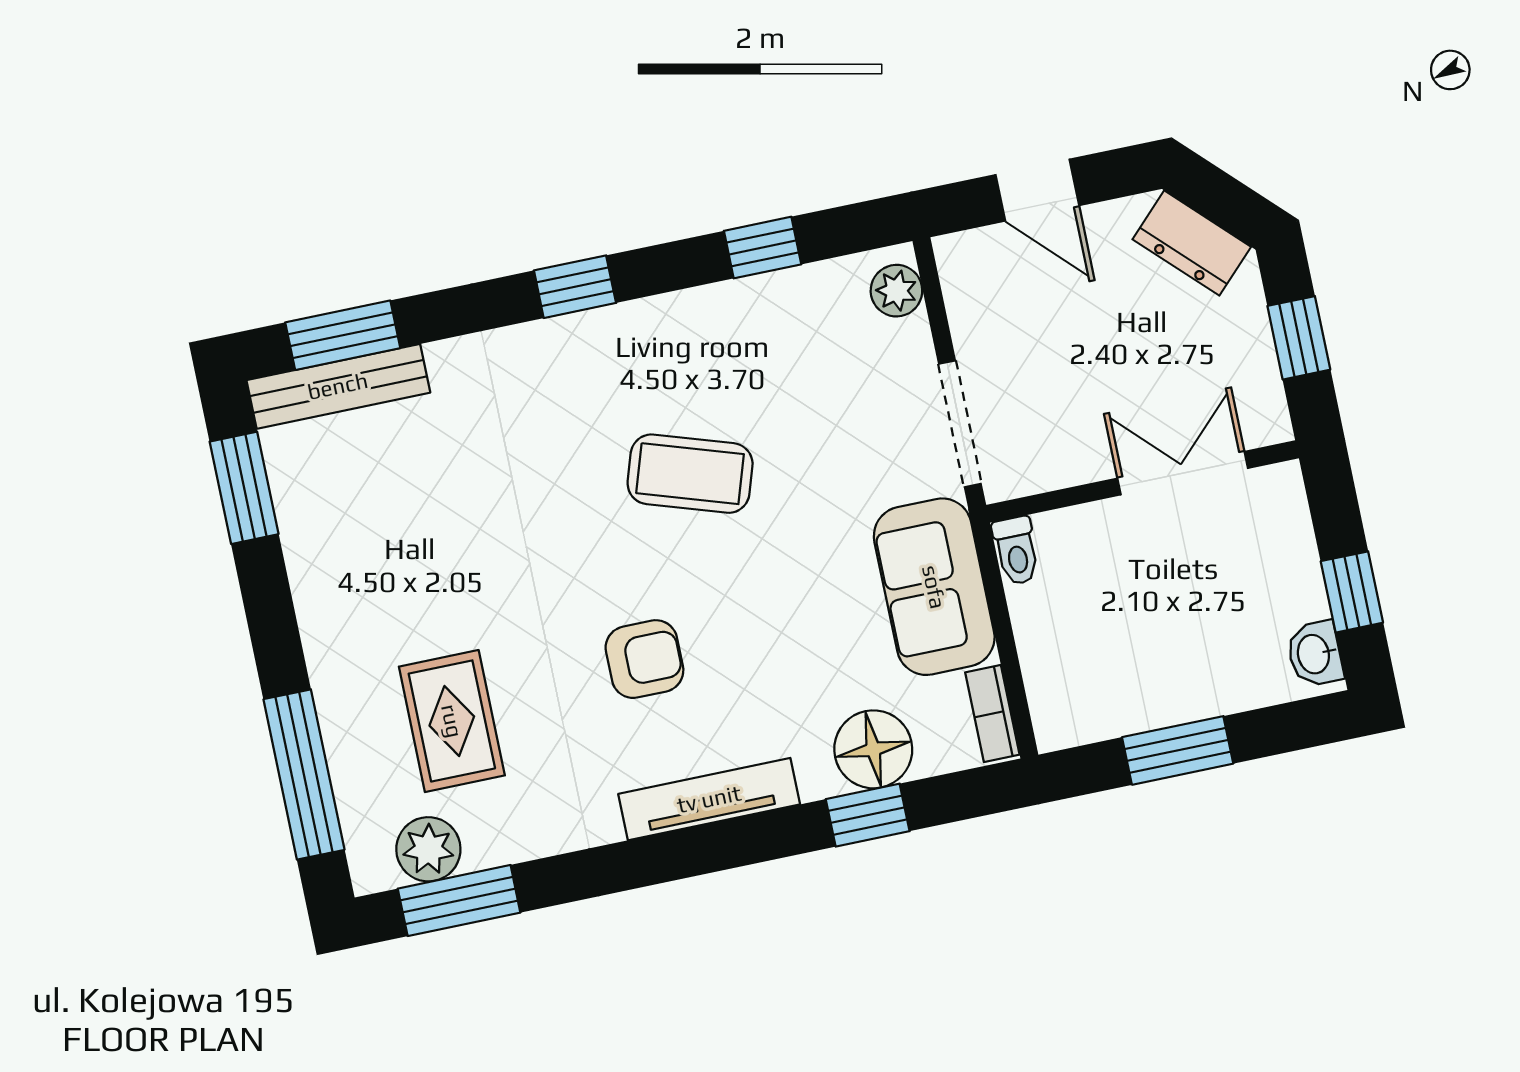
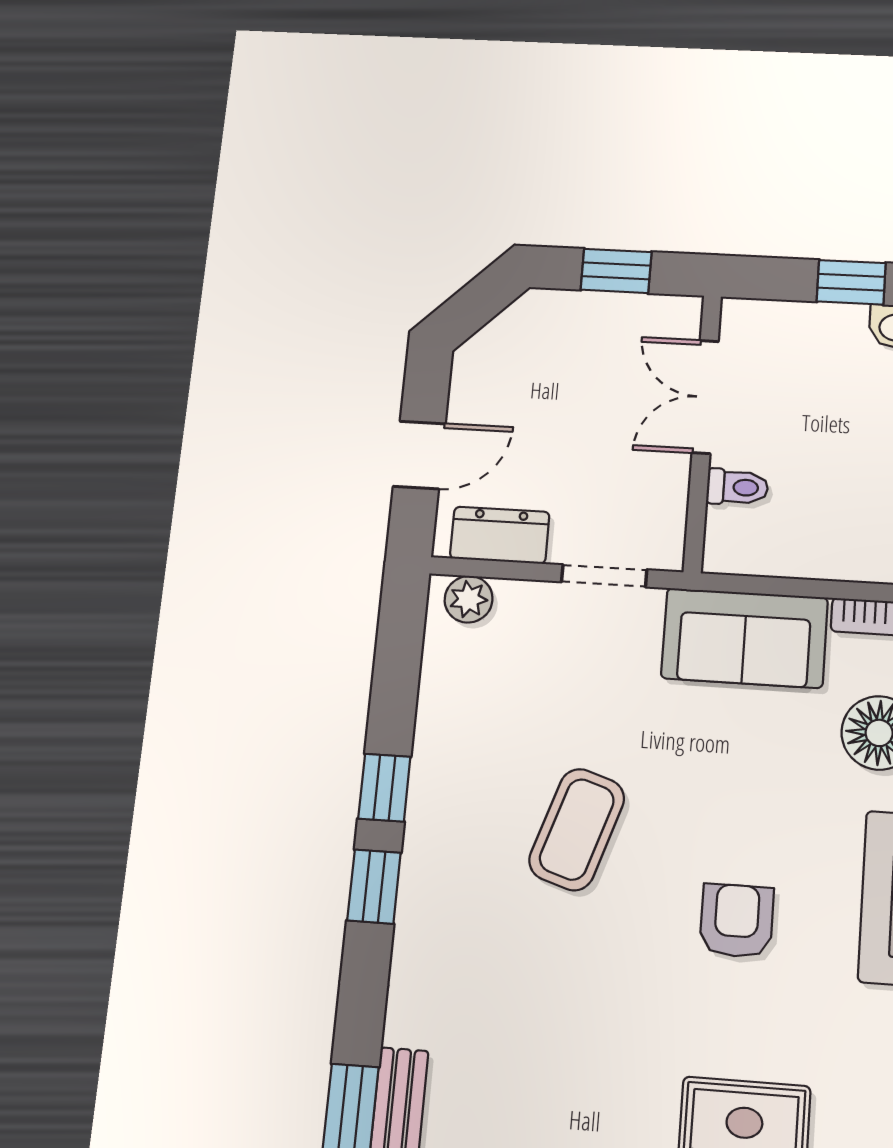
dresser: (1192, 243) -> (500, 535), moved, turned -135
window: (763, 248) -> (384, 788), moved
doorway: (960, 424) -> (604, 576), width x0.73
toilet: (1016, 551) -> (737, 487), moved

